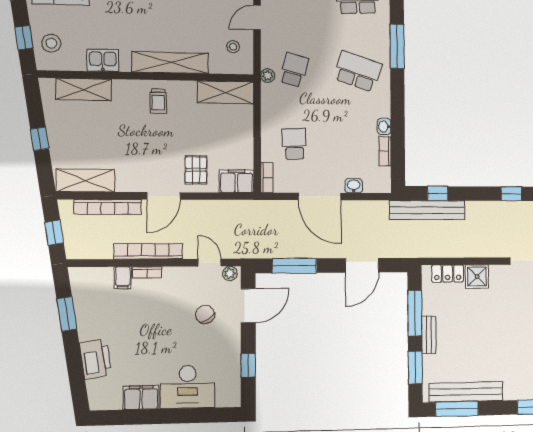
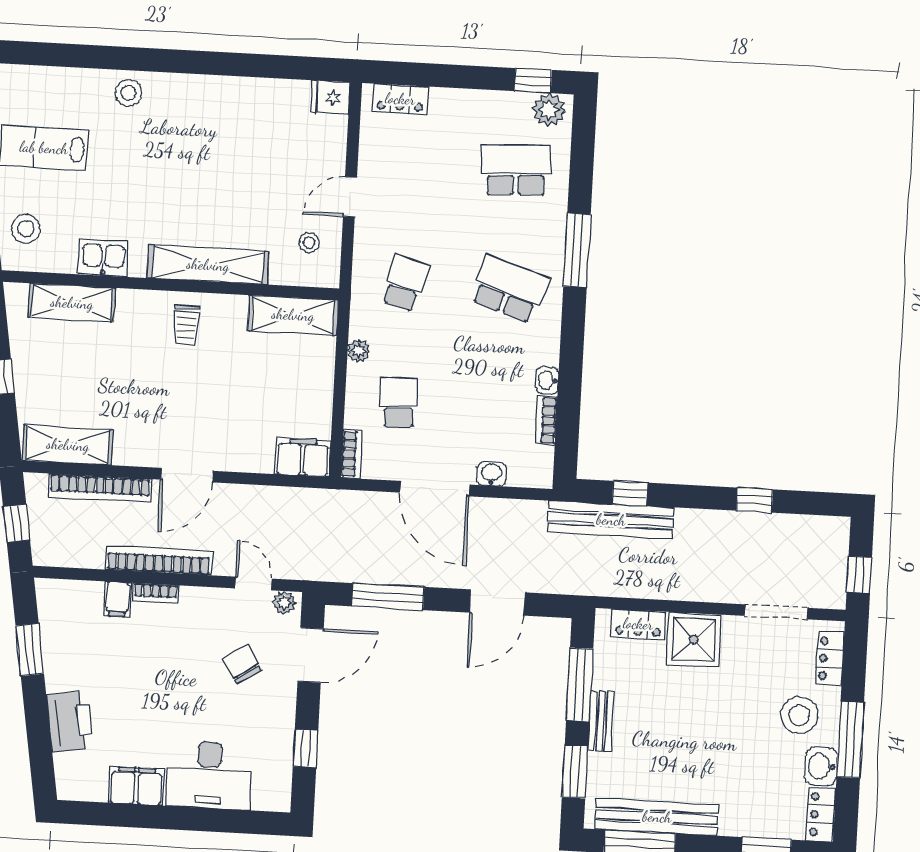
plant: (268, 76) -> (359, 351), moved
pallet: (196, 170) -> (240, 436), removed
shower: (477, 277) -> (694, 640), width x1.36, depth x1.36

